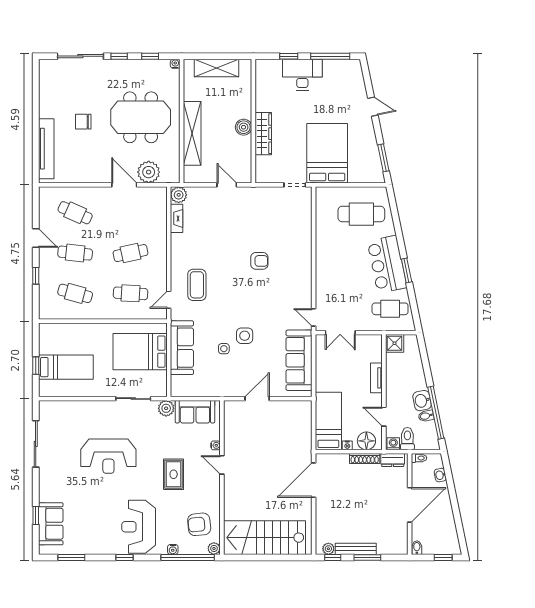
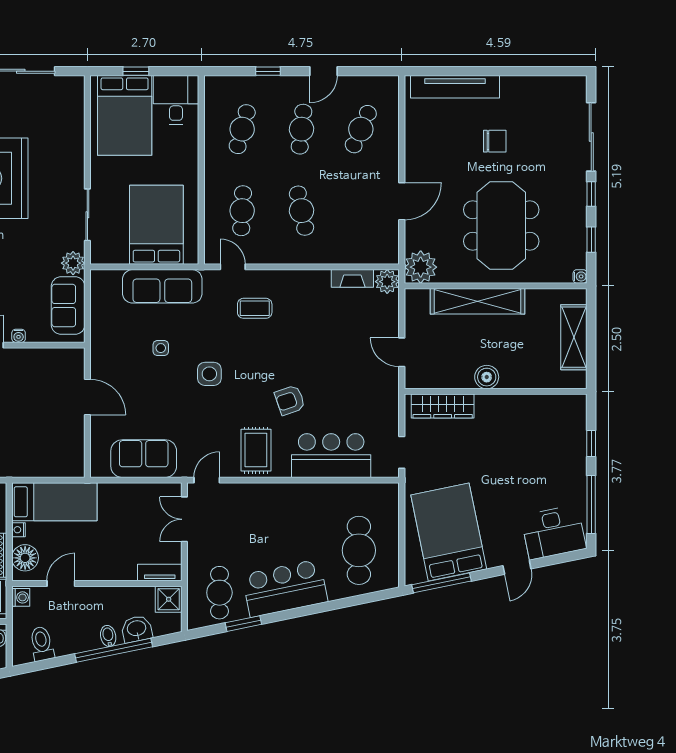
desk: (302, 75) -> (553, 532), moved, turned 78
chair: (83, 122) -> (495, 141), turned 90
wardrobe: (263, 134) -> (443, 406), moved
bed: (327, 153) -> (449, 532), moved, turned -102
window: (383, 158) -> (442, 583), width x1.44
plant: (149, 172) -> (421, 267), moved
door: (227, 185) -> (402, 352), swing flipped
bar counter: (297, 233) -> (331, 456), added
armchair: (259, 261) -> (290, 400), turned 71
window: (407, 271) -> (243, 624), moved
rug: (293, 284) -> (256, 450), added
coffee table: (197, 285) -> (255, 308), width x0.73, depth x0.77
side table: (245, 336) -> (209, 374), moved
desk: (55, 338) -> (176, 100), added
sofa: (299, 360) -> (144, 459), width x0.73
bed: (66, 367) -> (125, 115), width x1.50
tv unit: (376, 378) -> (160, 573), moved
washbasin: (422, 401) -> (137, 629), moved
window: (436, 413) -> (114, 650), moved
bidet: (426, 416) -> (108, 636), moved
toilet: (407, 439) -> (42, 644), moved, turned -102

